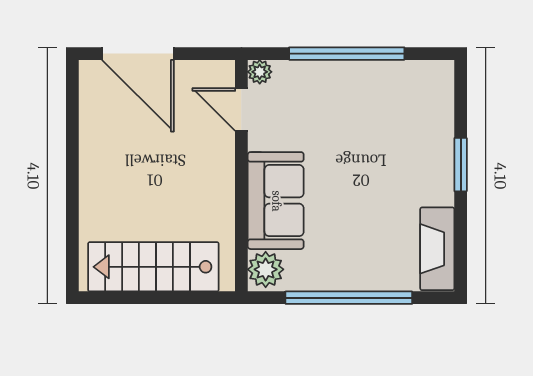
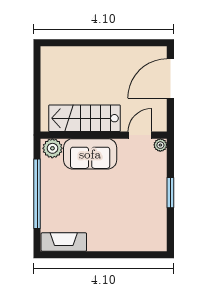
window: (347, 54) -> (170, 193), width x0.47
window: (461, 165) -> (110, 255), removed
stairs: (153, 267) -> (84, 118), moved, turned -90

